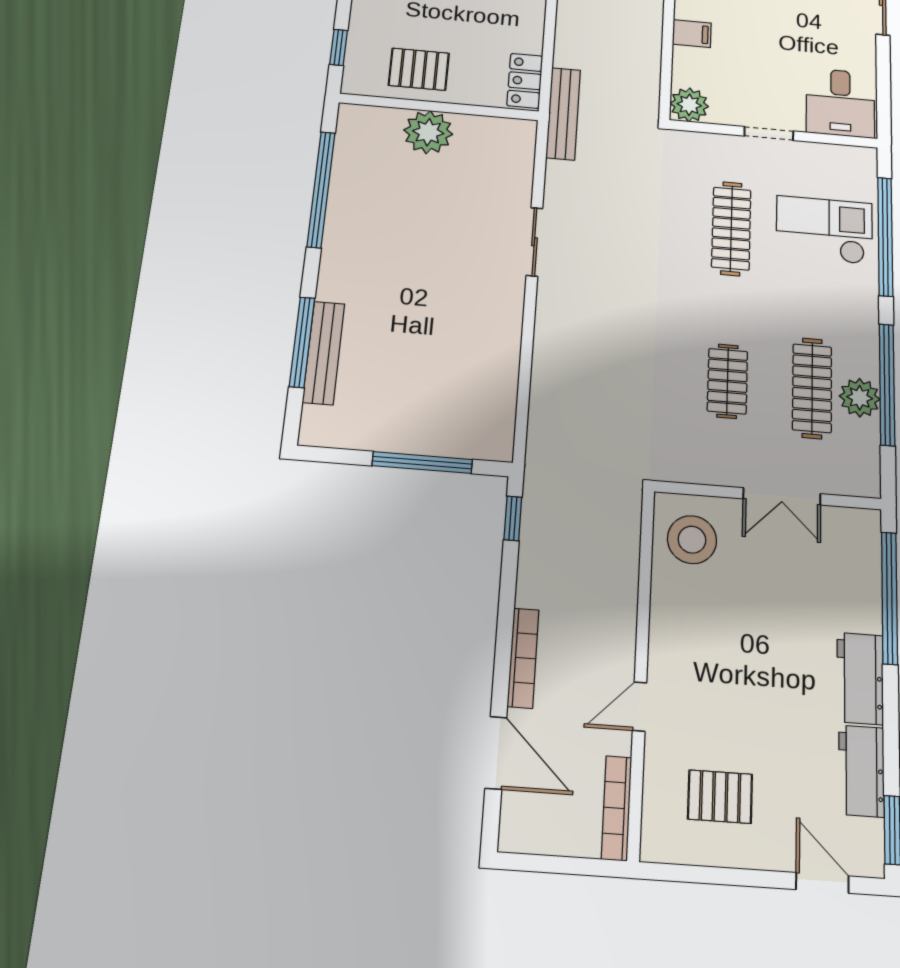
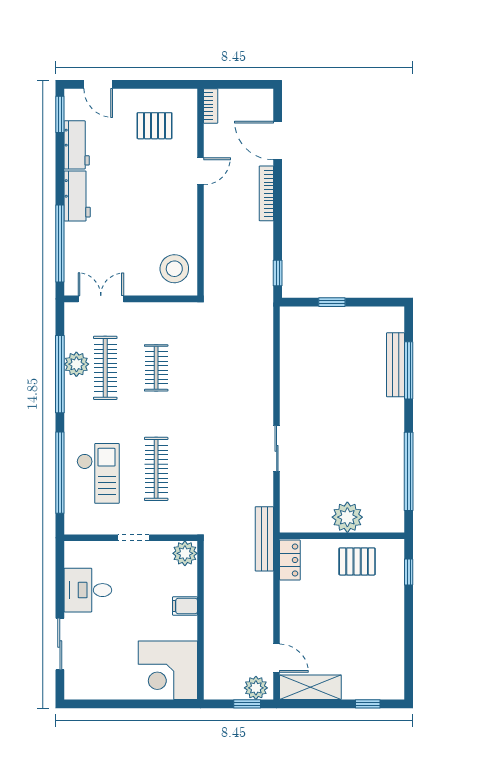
desk: (840, 103) -> (88, 590), moved, turned -90
checkout: (824, 230) -> (98, 473), turned -90
window: (422, 463) -> (332, 302), width x0.46
double door: (782, 496) -> (101, 299), moved
bookcase: (617, 808) -> (211, 106), width x0.64

